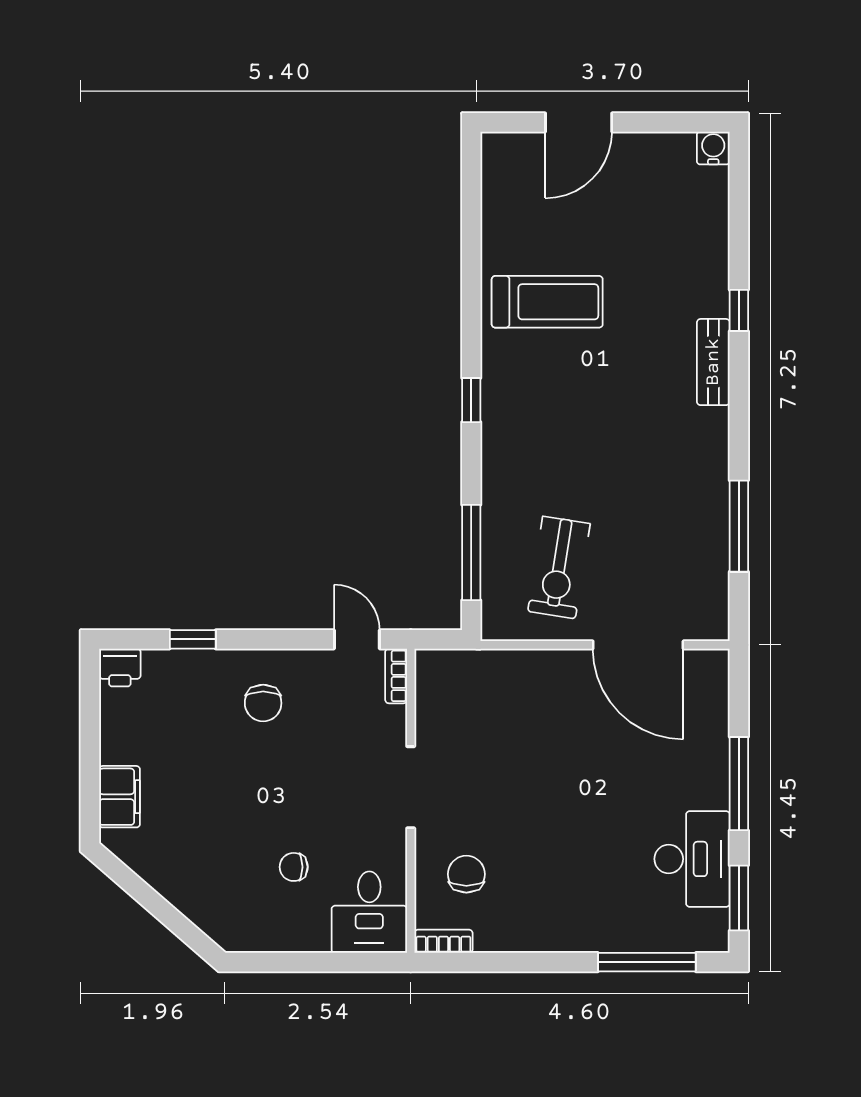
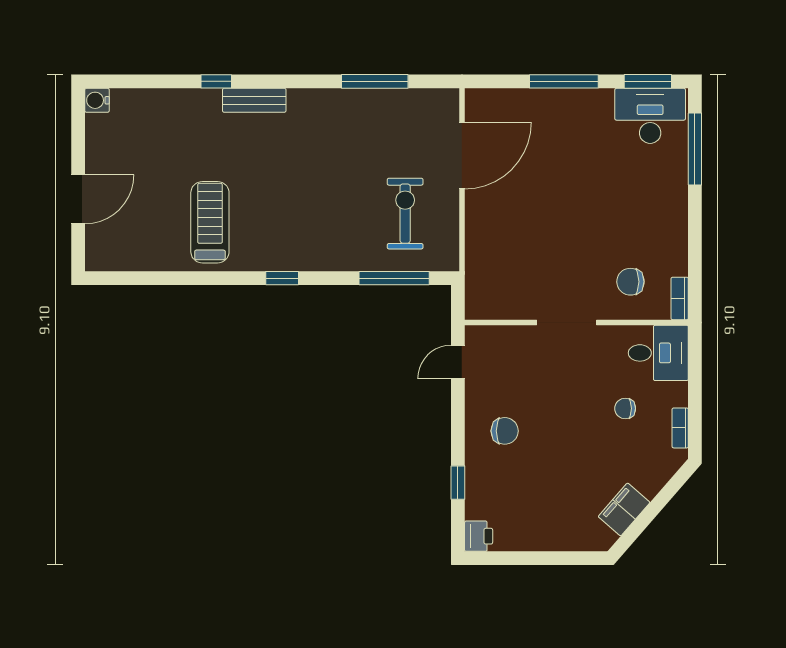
door: (579, 122) -> (78, 199), hinge flipped
exercise bike: (559, 567) -> (405, 214), turned -99
bookcase: (396, 676) -> (680, 428), moved, turned 90
filing cabinet: (119, 797) -> (624, 509), moved, turned -49
desk: (692, 859) -> (650, 116), moved
chair: (294, 867) -> (625, 408), turned 90

